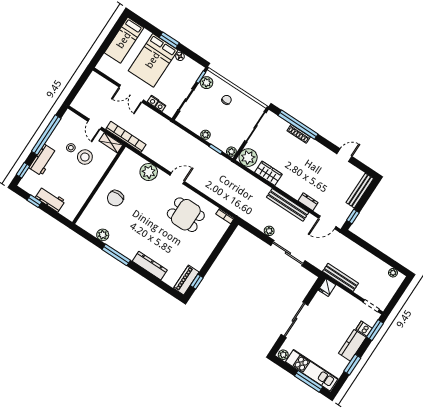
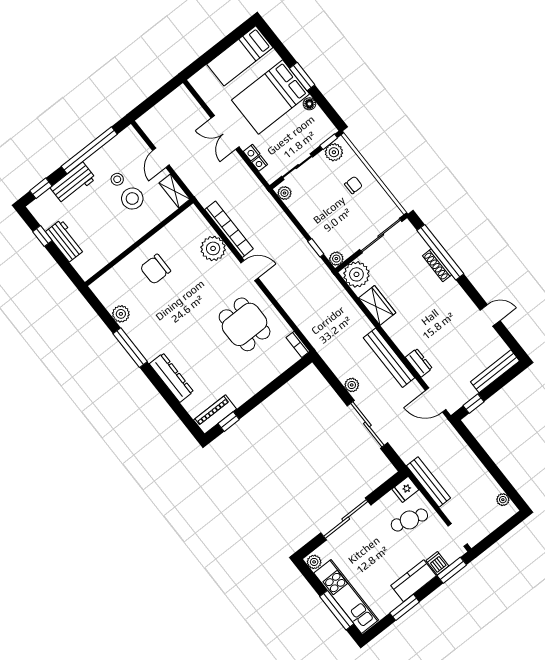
plant: (205, 135) -> (285, 193), moved
bookcase: (126, 137) -> (229, 229), moved
cafe table: (336, 306) -> (409, 520), added

